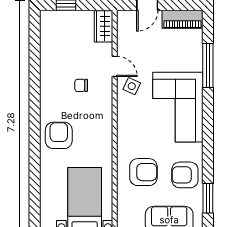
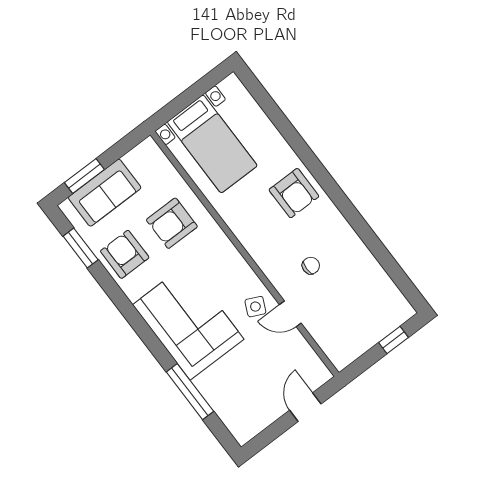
piano: (183, 19) -> (256, 421), removed
wardrobe: (103, 26) -> (335, 348), removed
armchair: (185, 175) -> (125, 254), turned -90

